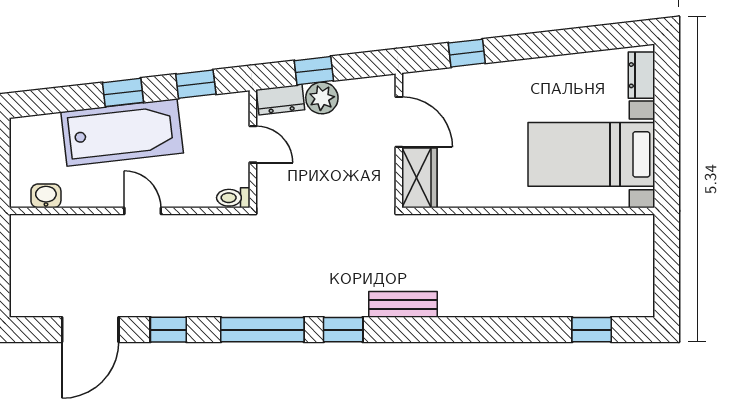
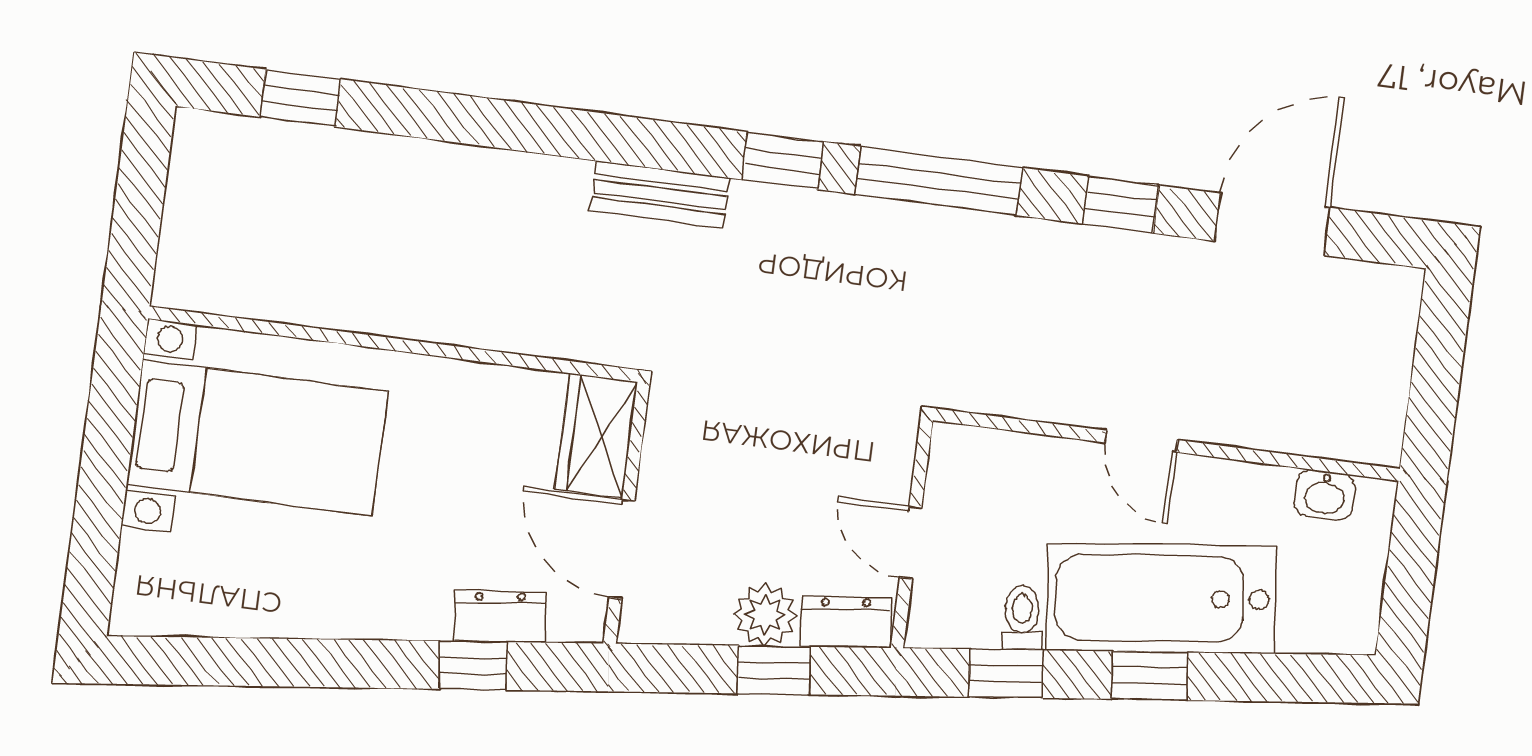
dresser: (642, 75) -> (500, 616), moved, turned -97
toilet: (233, 198) -> (1022, 618), moved, turned -97

